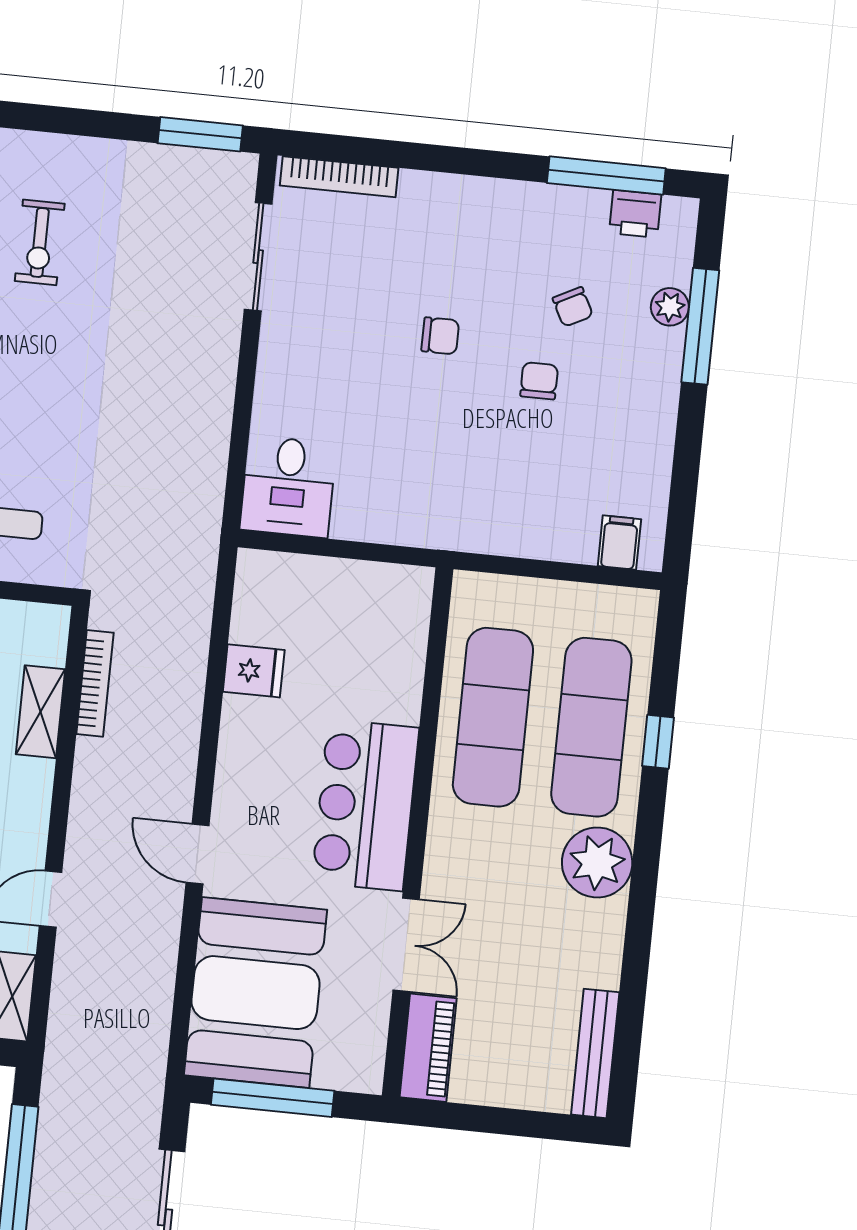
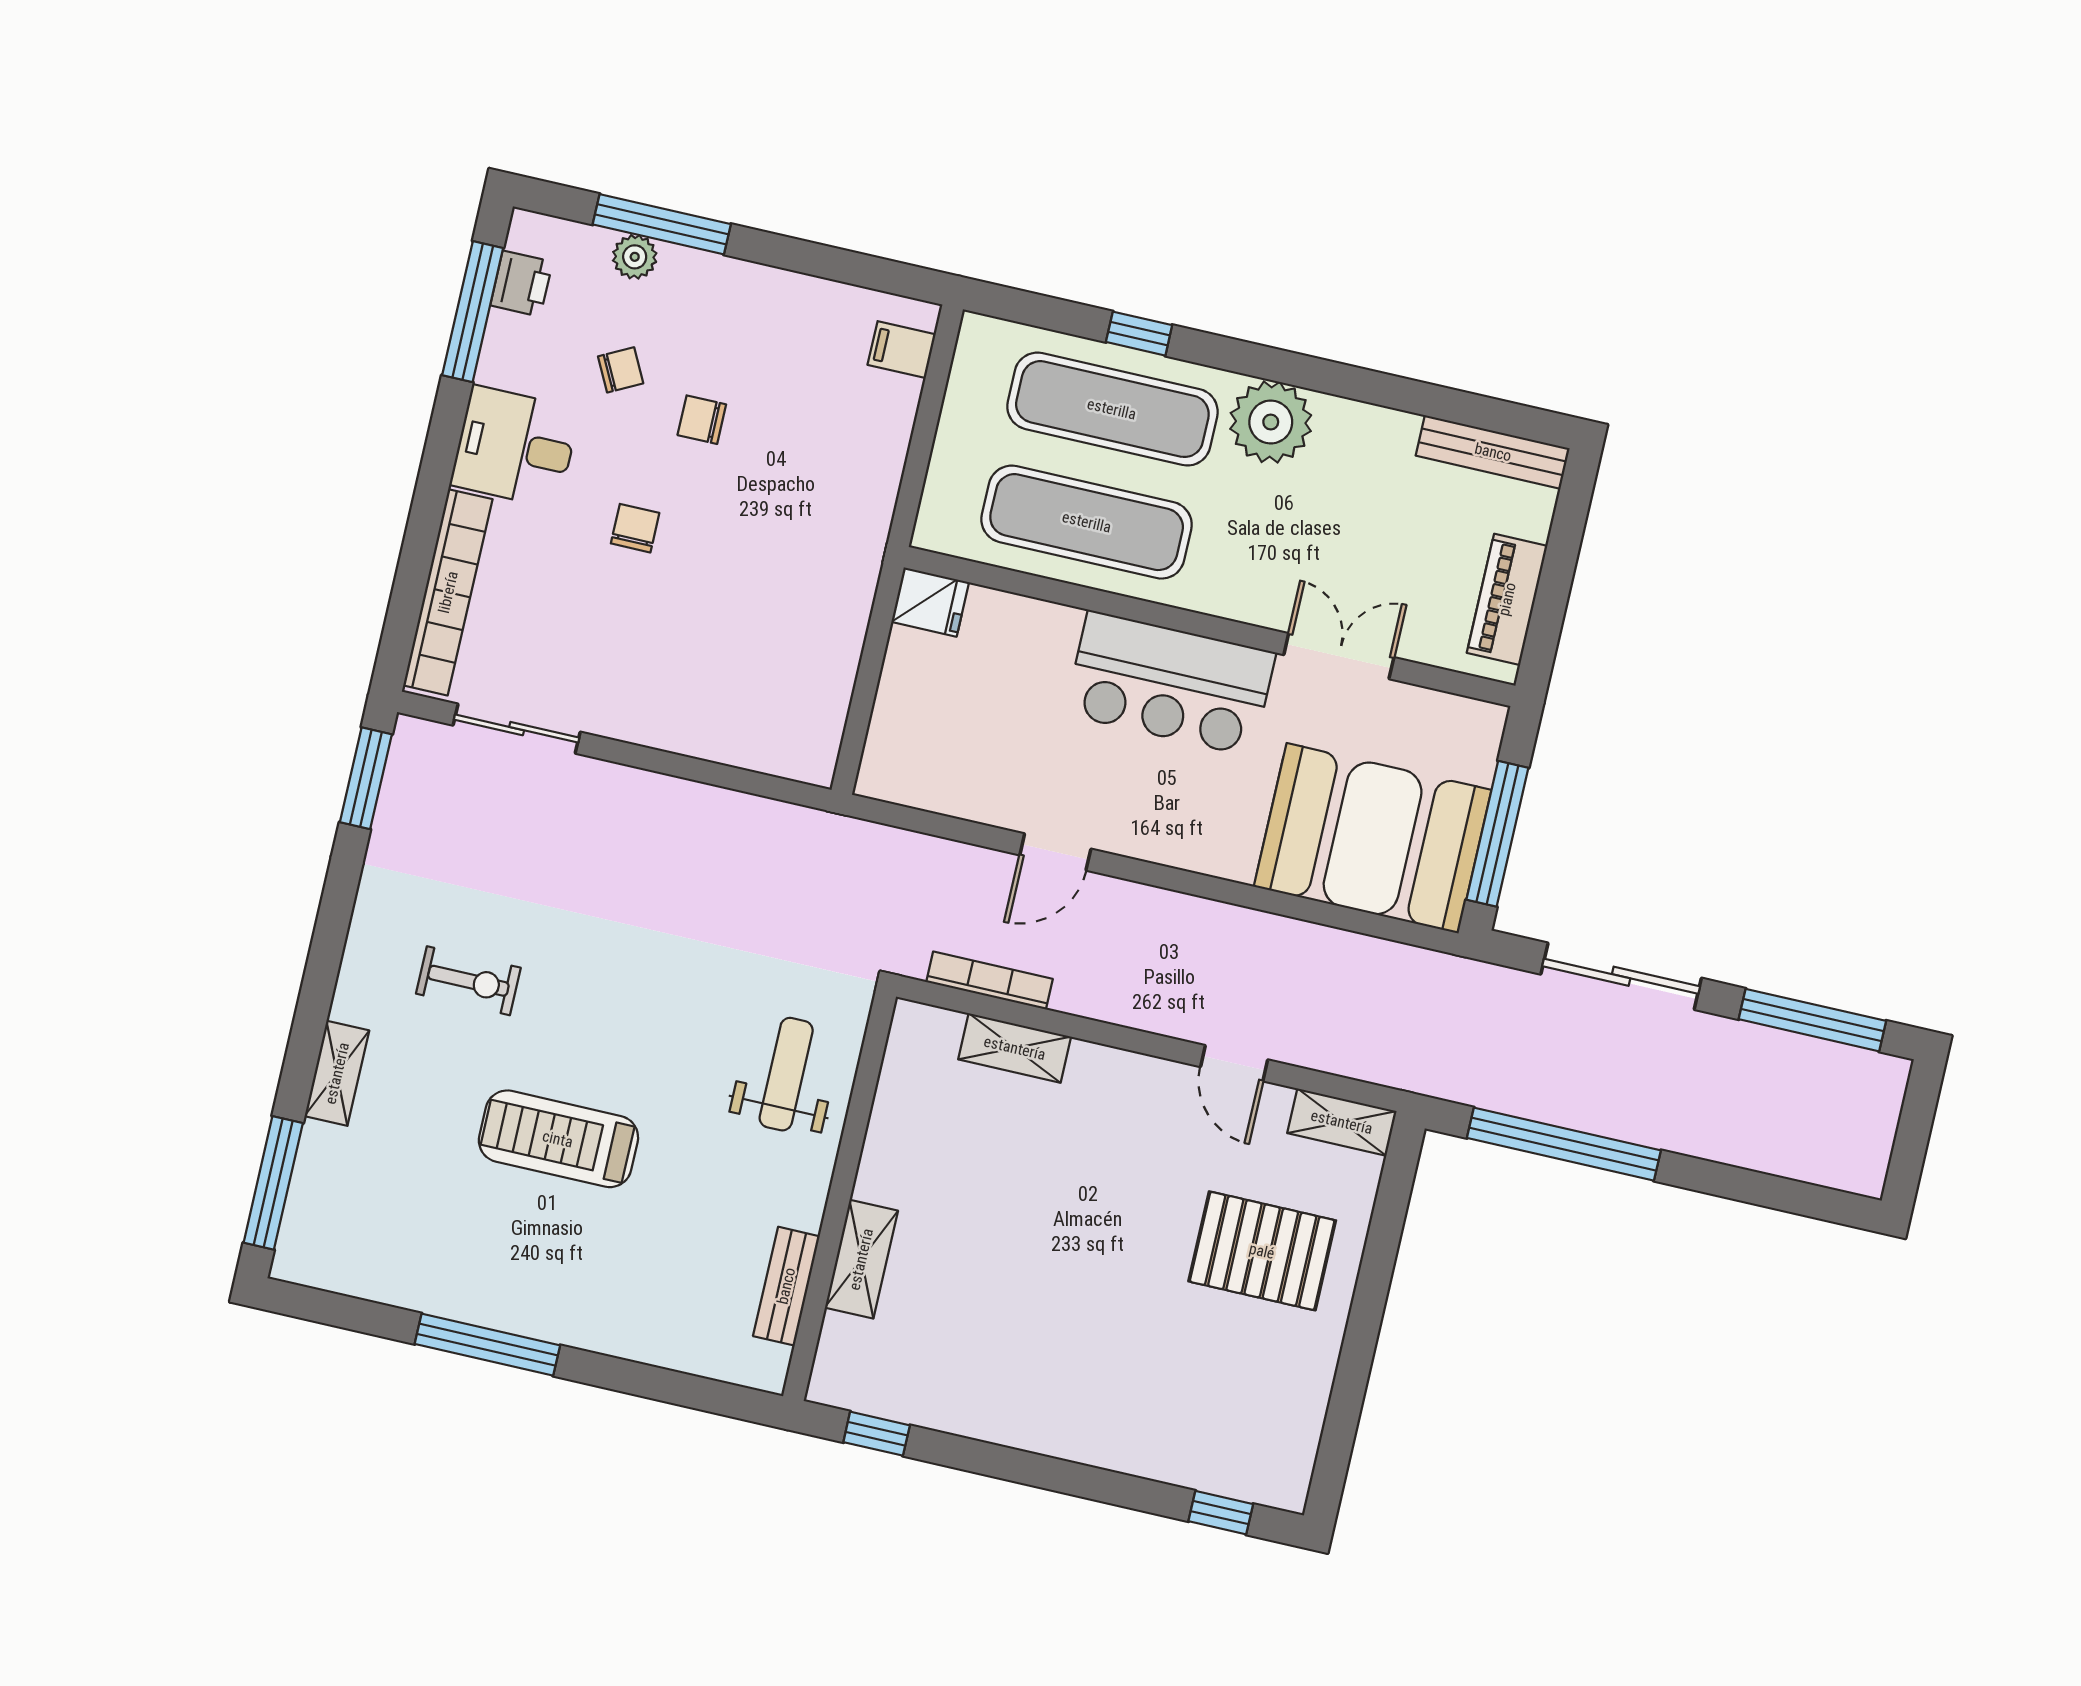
bookcase: (339, 177) -> (448, 592), width x1.48, depth x1.31
desk: (288, 487) -> (515, 447), moved, turned 180
fridge: (254, 671) -> (930, 602), moved, turned 90
door: (197, 854) -> (1055, 852), moved
piano: (428, 1048) -> (1507, 599), moved, turned -90

